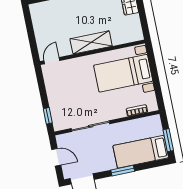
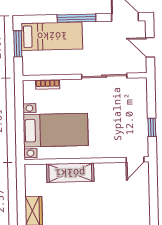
shelving: (91, 42) -> (70, 173), moved
window: (48, 116) -> (152, 127), moved
window: (123, 171) -> (76, 18), width x1.44

